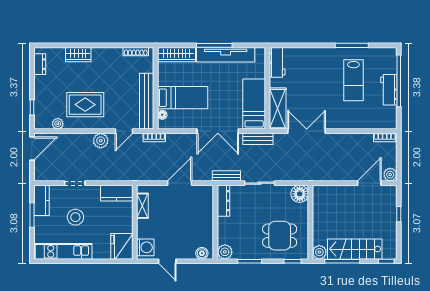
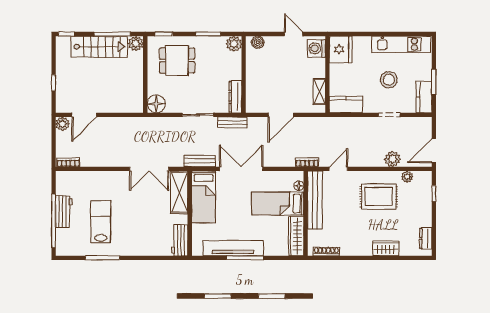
wardrobe: (177, 55) -> (296, 236), moved, turned -90
plant: (101, 141) -> (392, 159), moved

